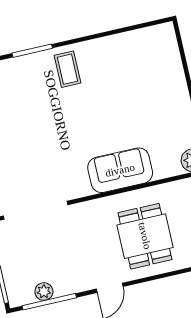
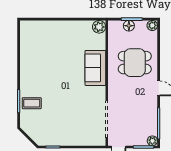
coffee table: (68, 69) -> (32, 103), moved
plant: (44, 292) -> (152, 141), moved

